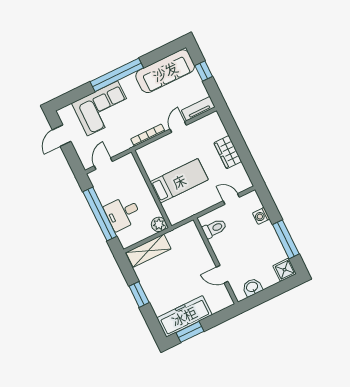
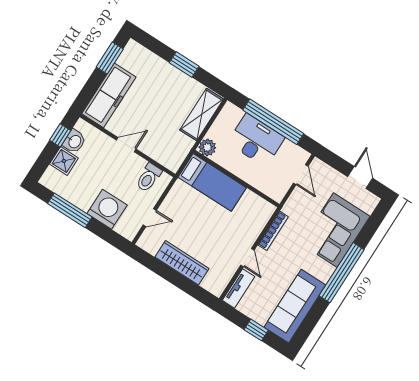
wardrobe: (228, 152) -> (182, 263), width x1.50
bed: (179, 181) -> (212, 182), moved, turned -90
desk: (123, 213) -> (256, 140), width x1.37
washing machine: (261, 216) -> (107, 209), width x1.89, depth x1.89
shower: (285, 270) -> (64, 161), moved
door: (222, 274) -> (126, 145), moved
window: (260, 298) -> (60, 135), added
freezer: (184, 316) -> (109, 95), moved

